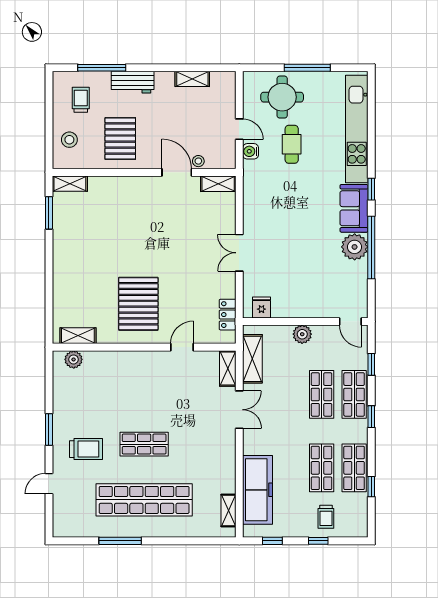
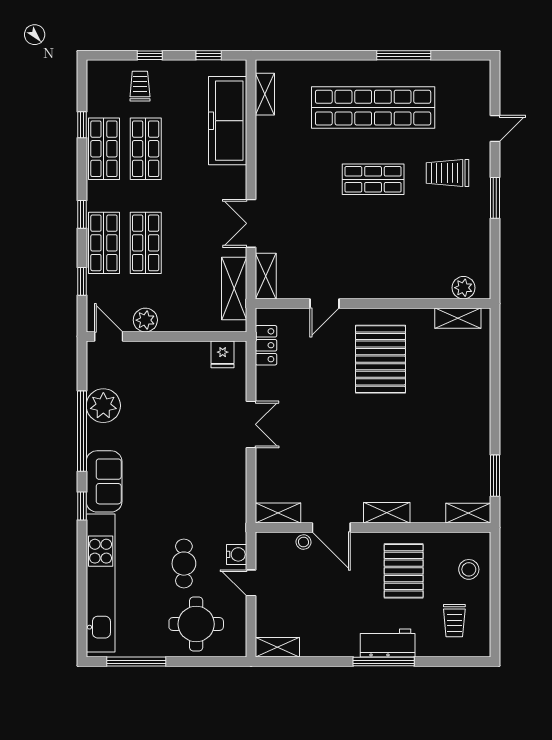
window: (102, 68) -> (384, 662), moved
window: (307, 68) -> (136, 662), moved
shelving: (192, 79) -> (277, 647), moved
shelving: (133, 184) -> (387, 513), added
plant: (355, 247) -> (103, 406), moved
plant: (302, 334) -> (145, 320), moved

